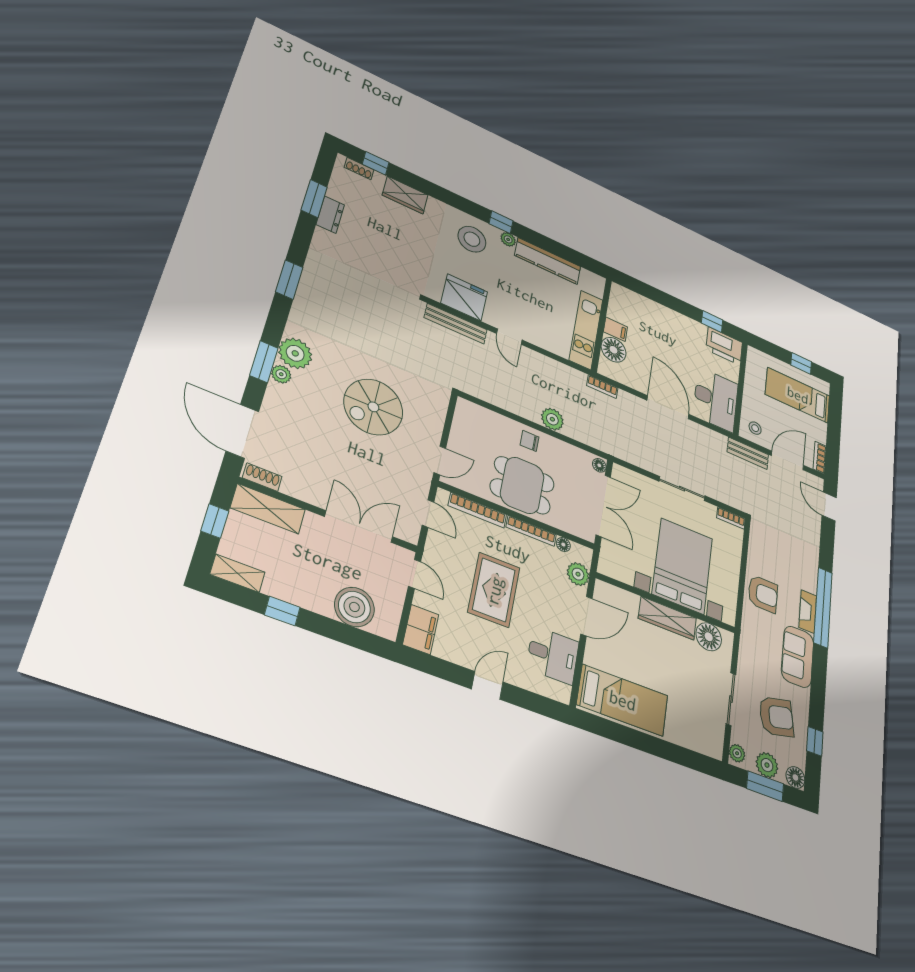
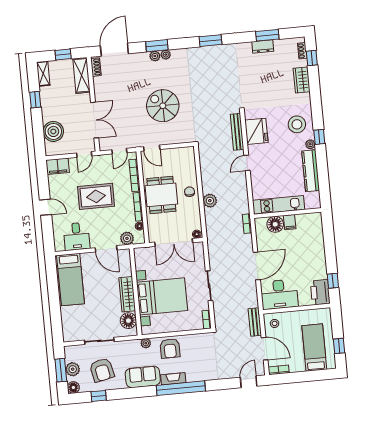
plant: (295, 353) -> (166, 55), width x0.53, depth x0.53
plant: (737, 753) -> (146, 343), moved

